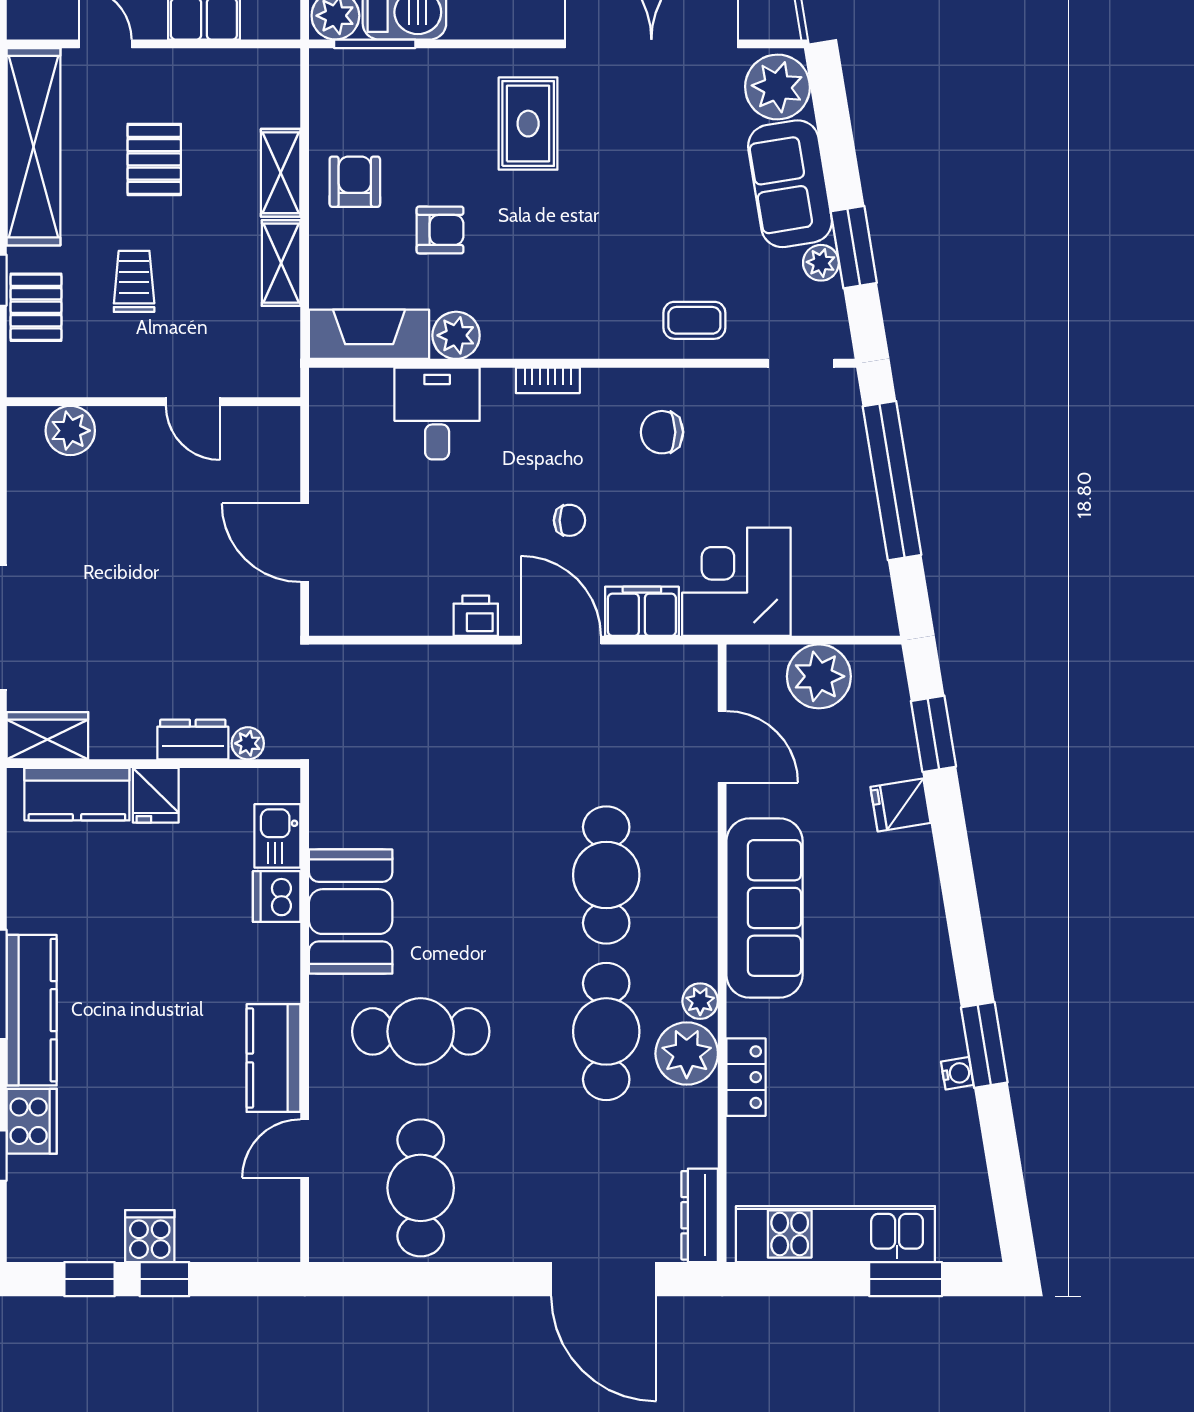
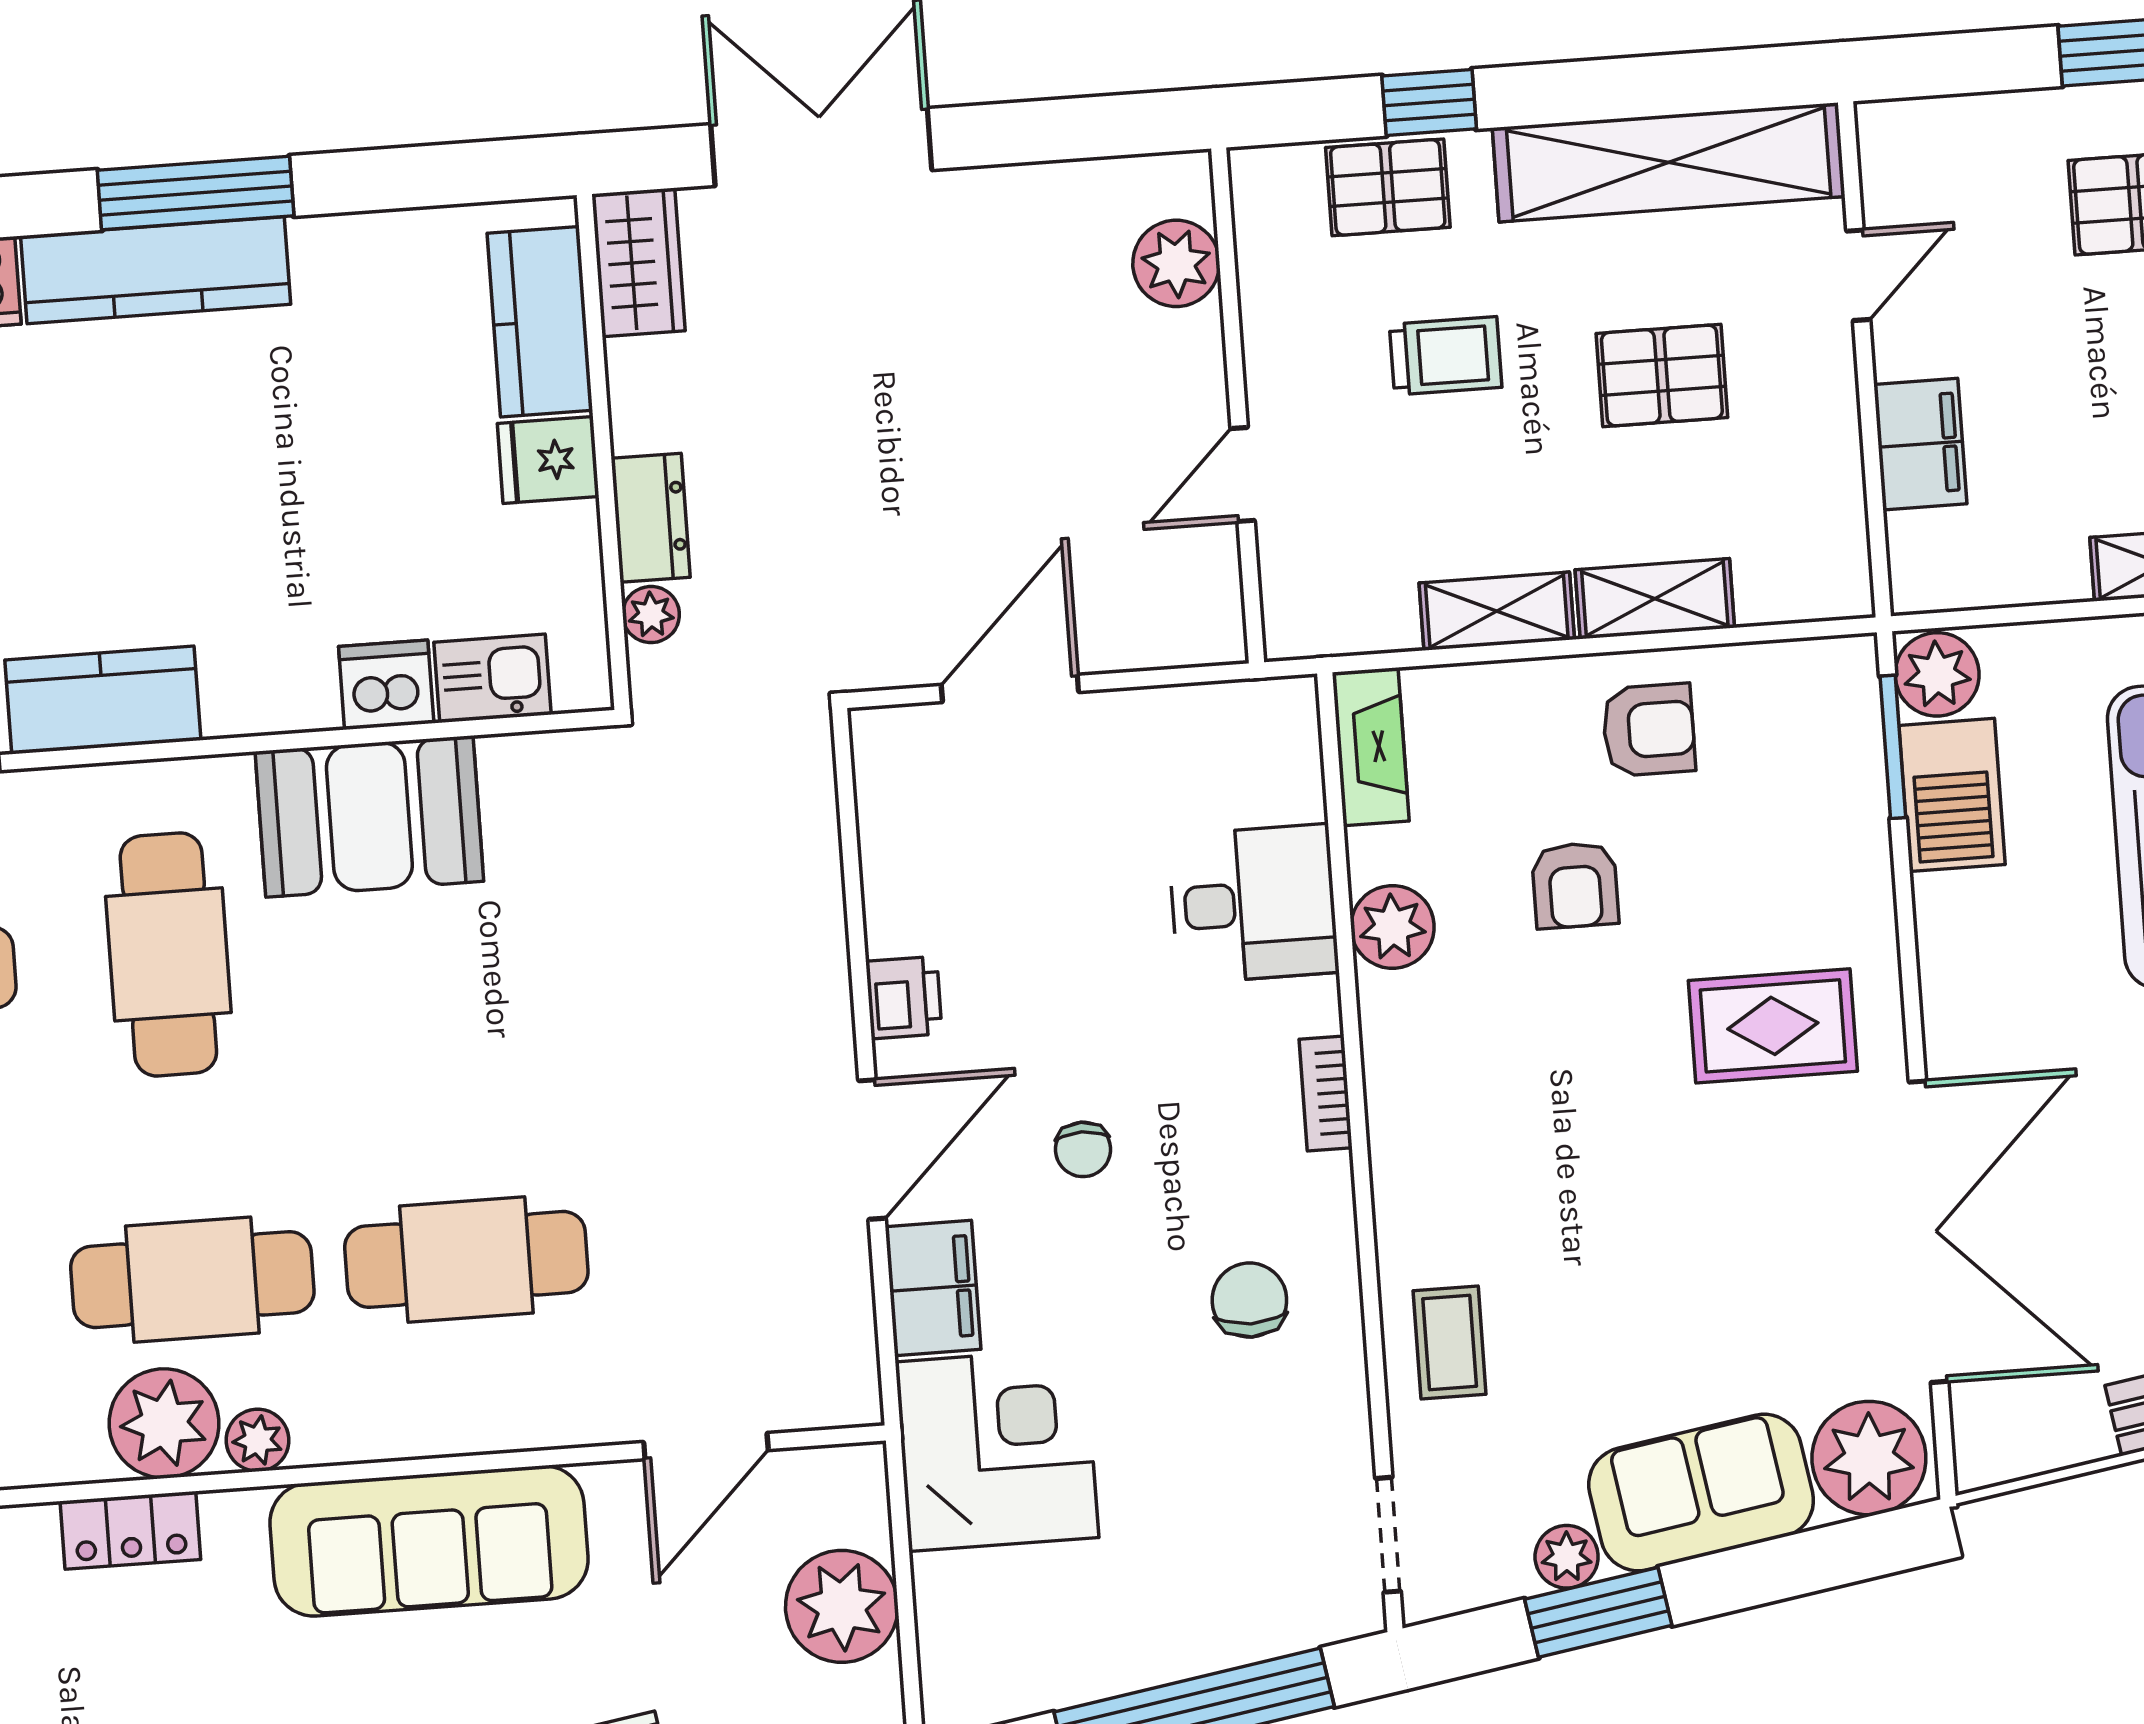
fireplace: (369, 334) -> (1371, 747), width x0.73, depth x0.76

